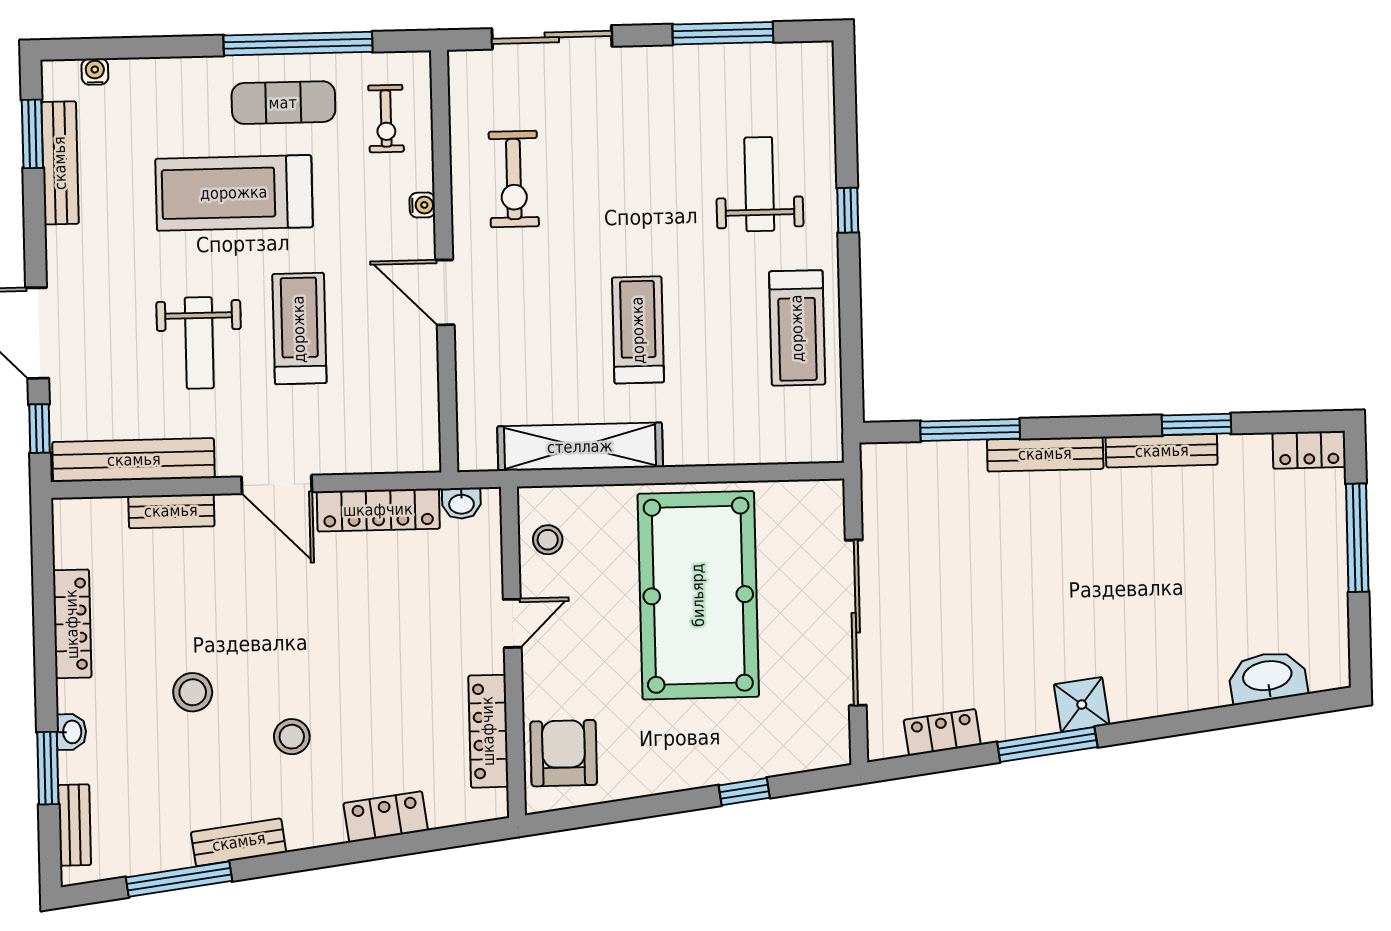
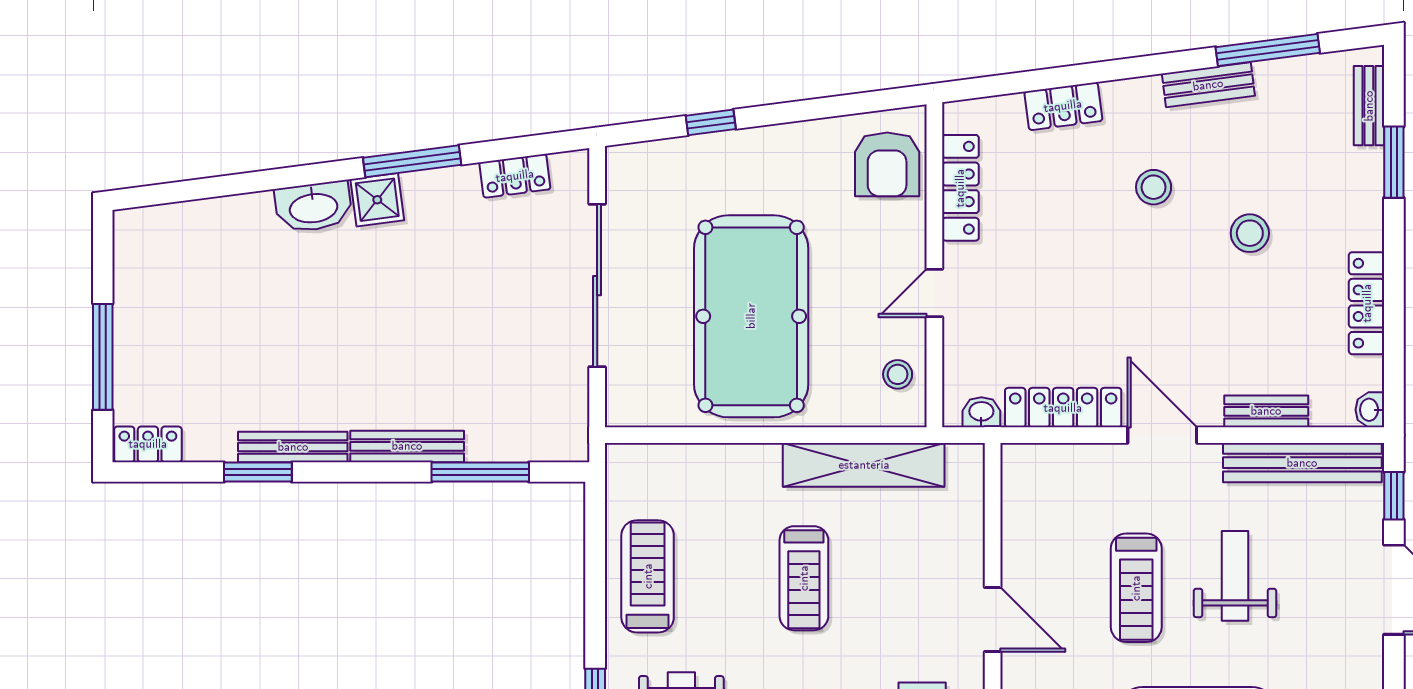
washbasin: (1267, 677) -> (313, 207), moved
washbasin: (71, 732) -> (1370, 410), moved

